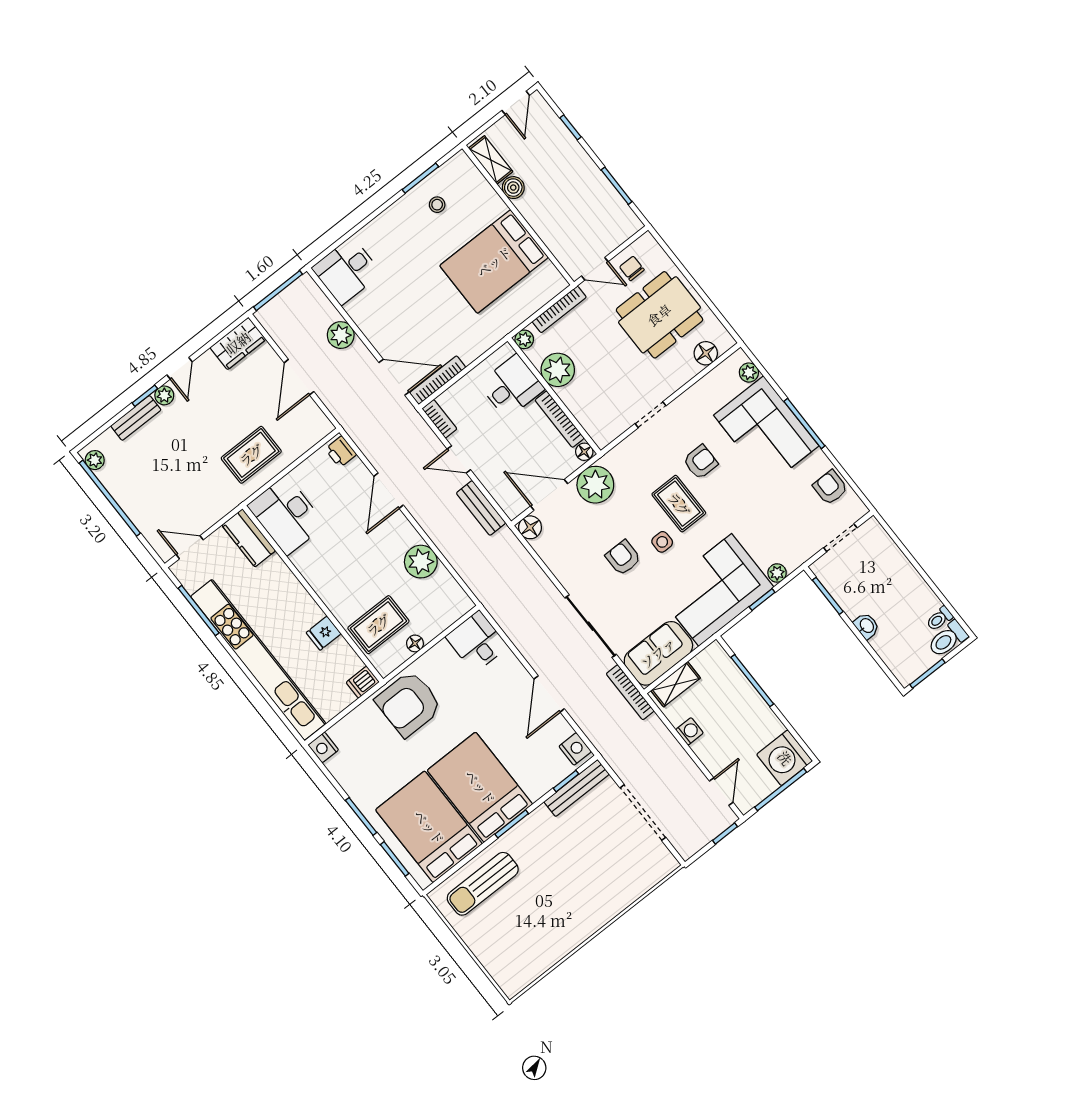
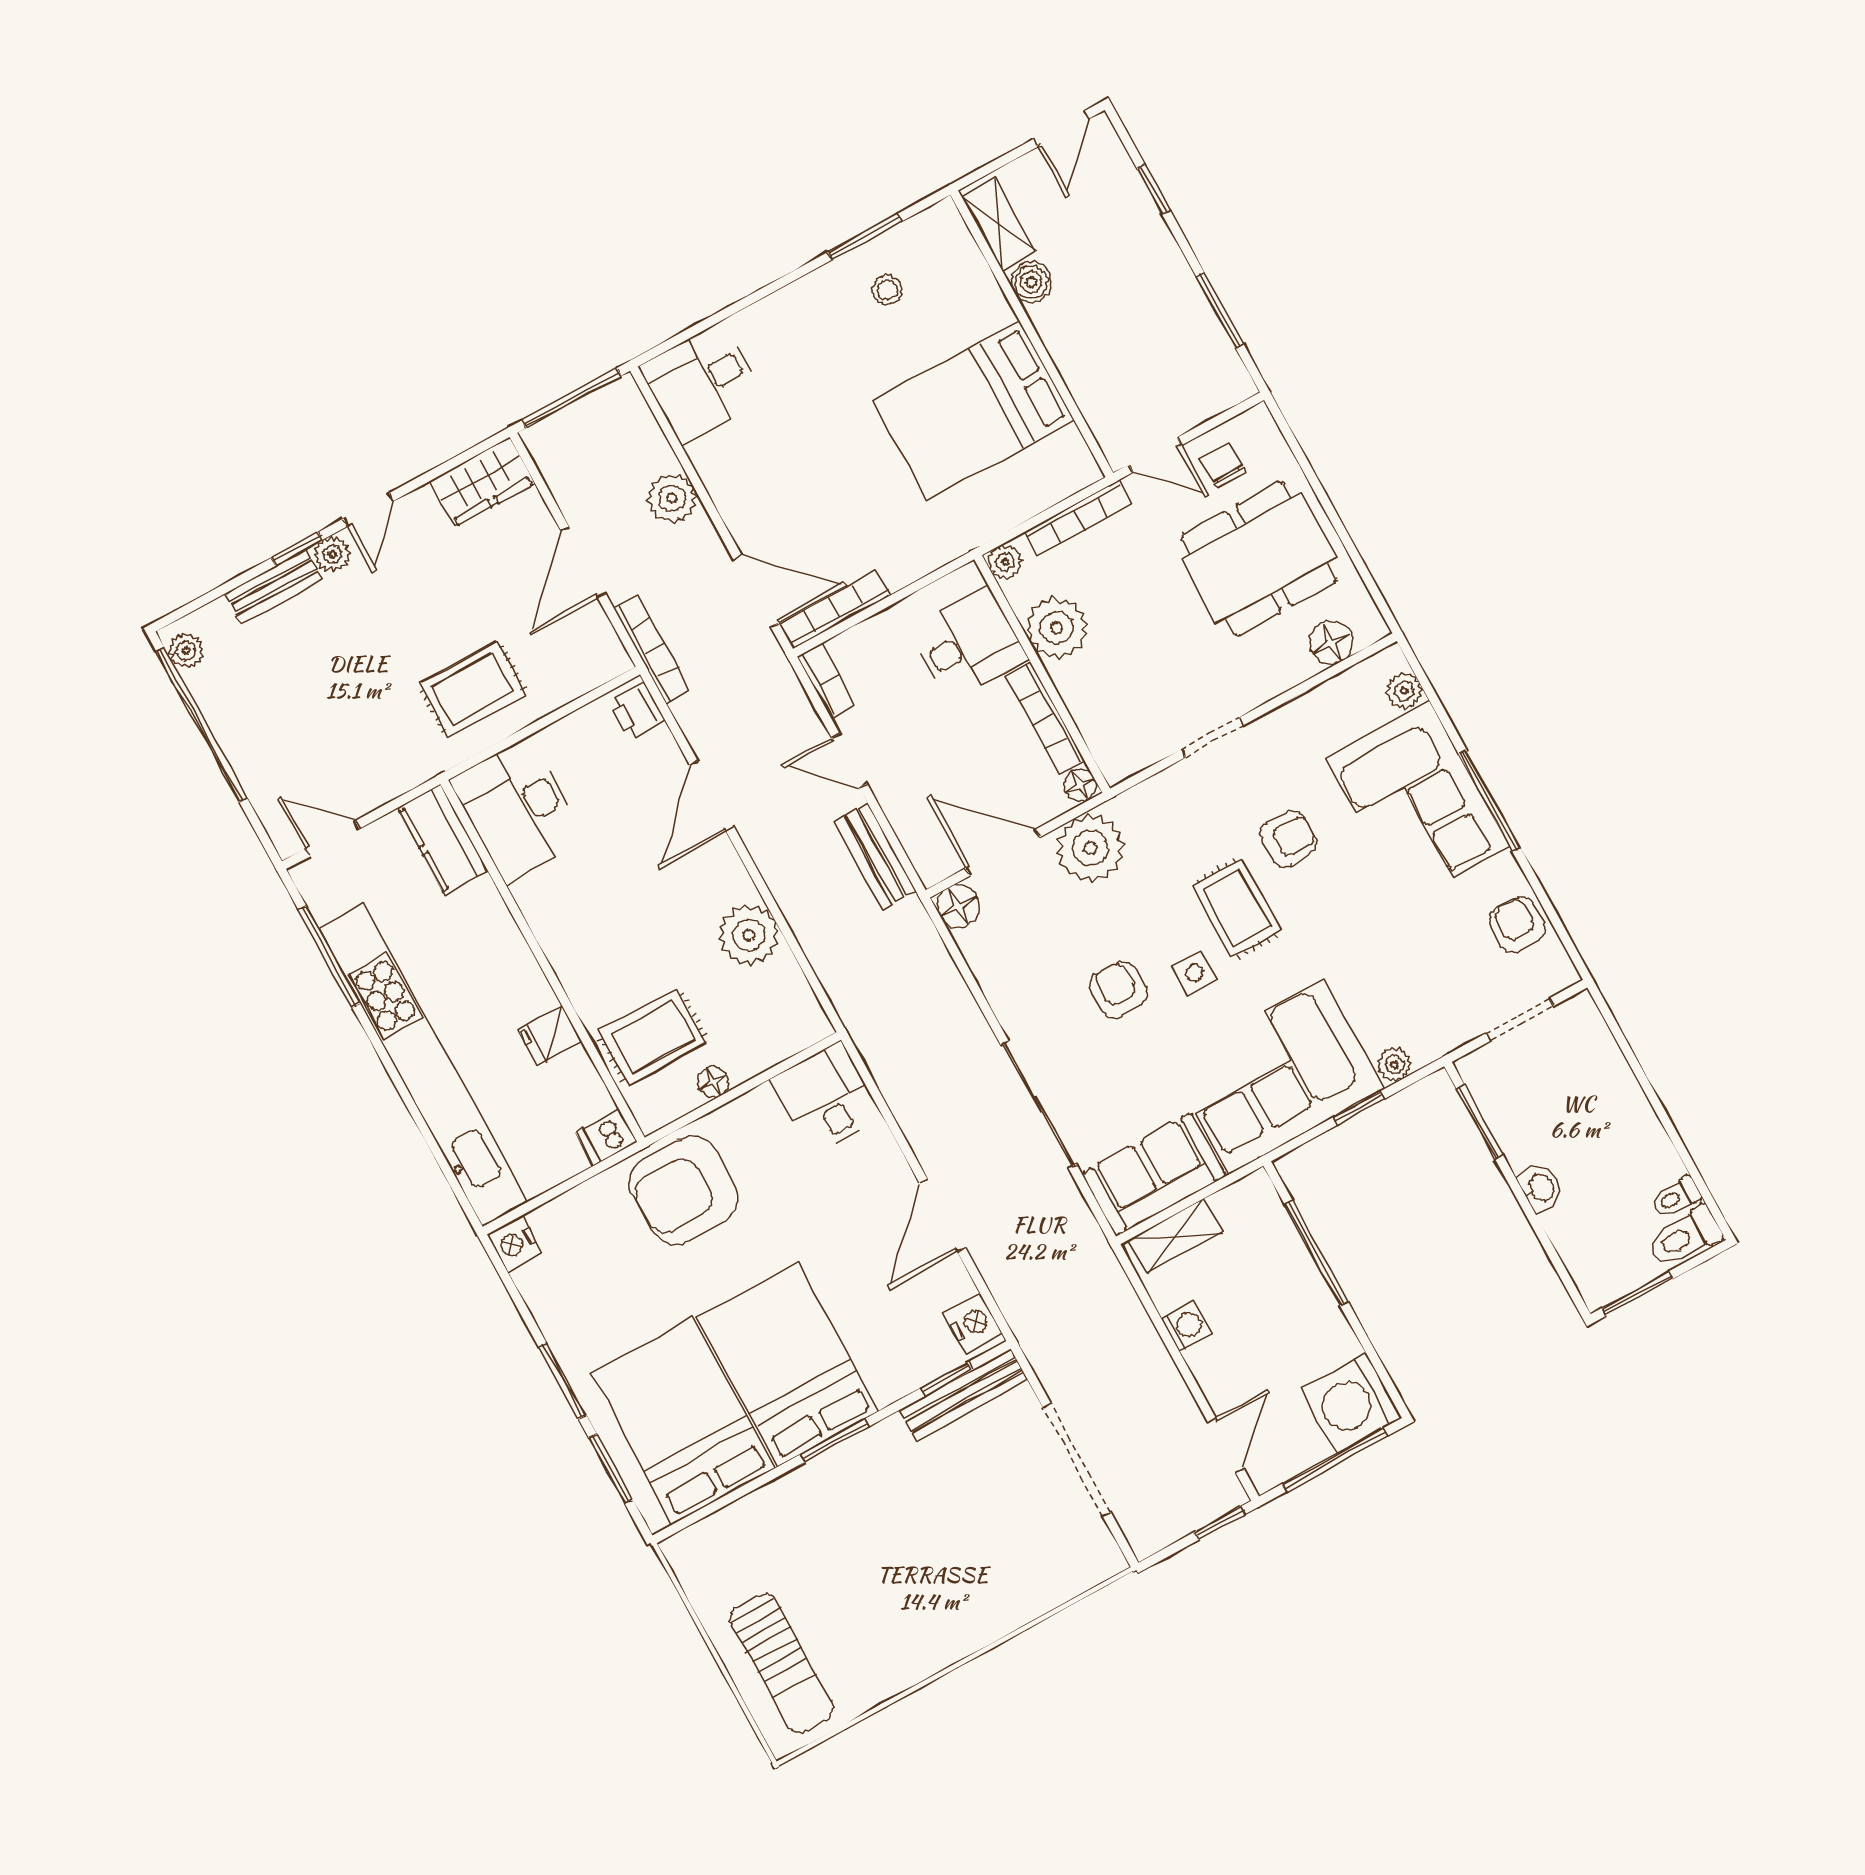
bookcase: (630, 692) -> (652, 649), moved, turned 180
sun lounger: (483, 884) -> (782, 1663), moved, turned -90

